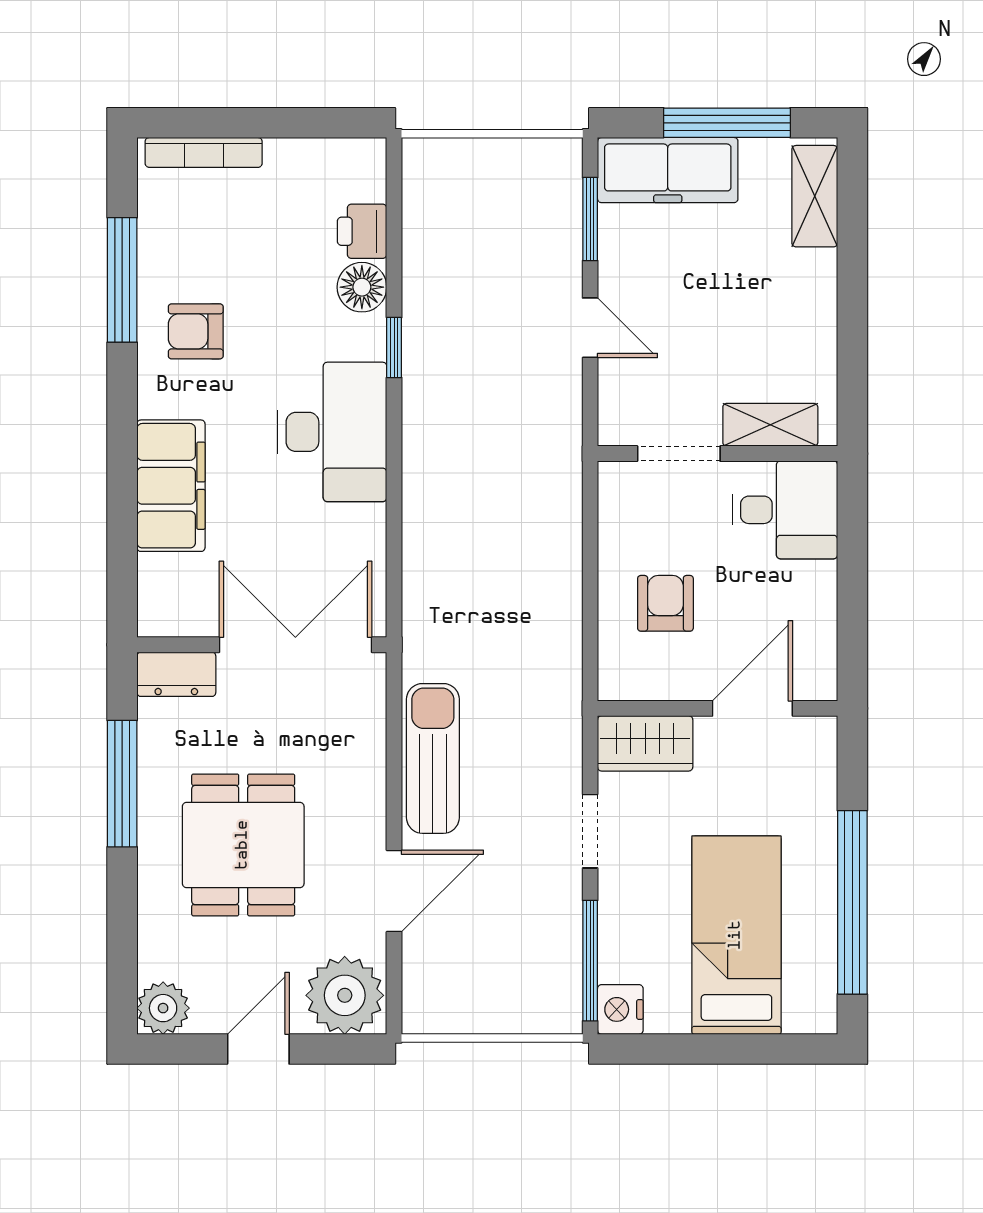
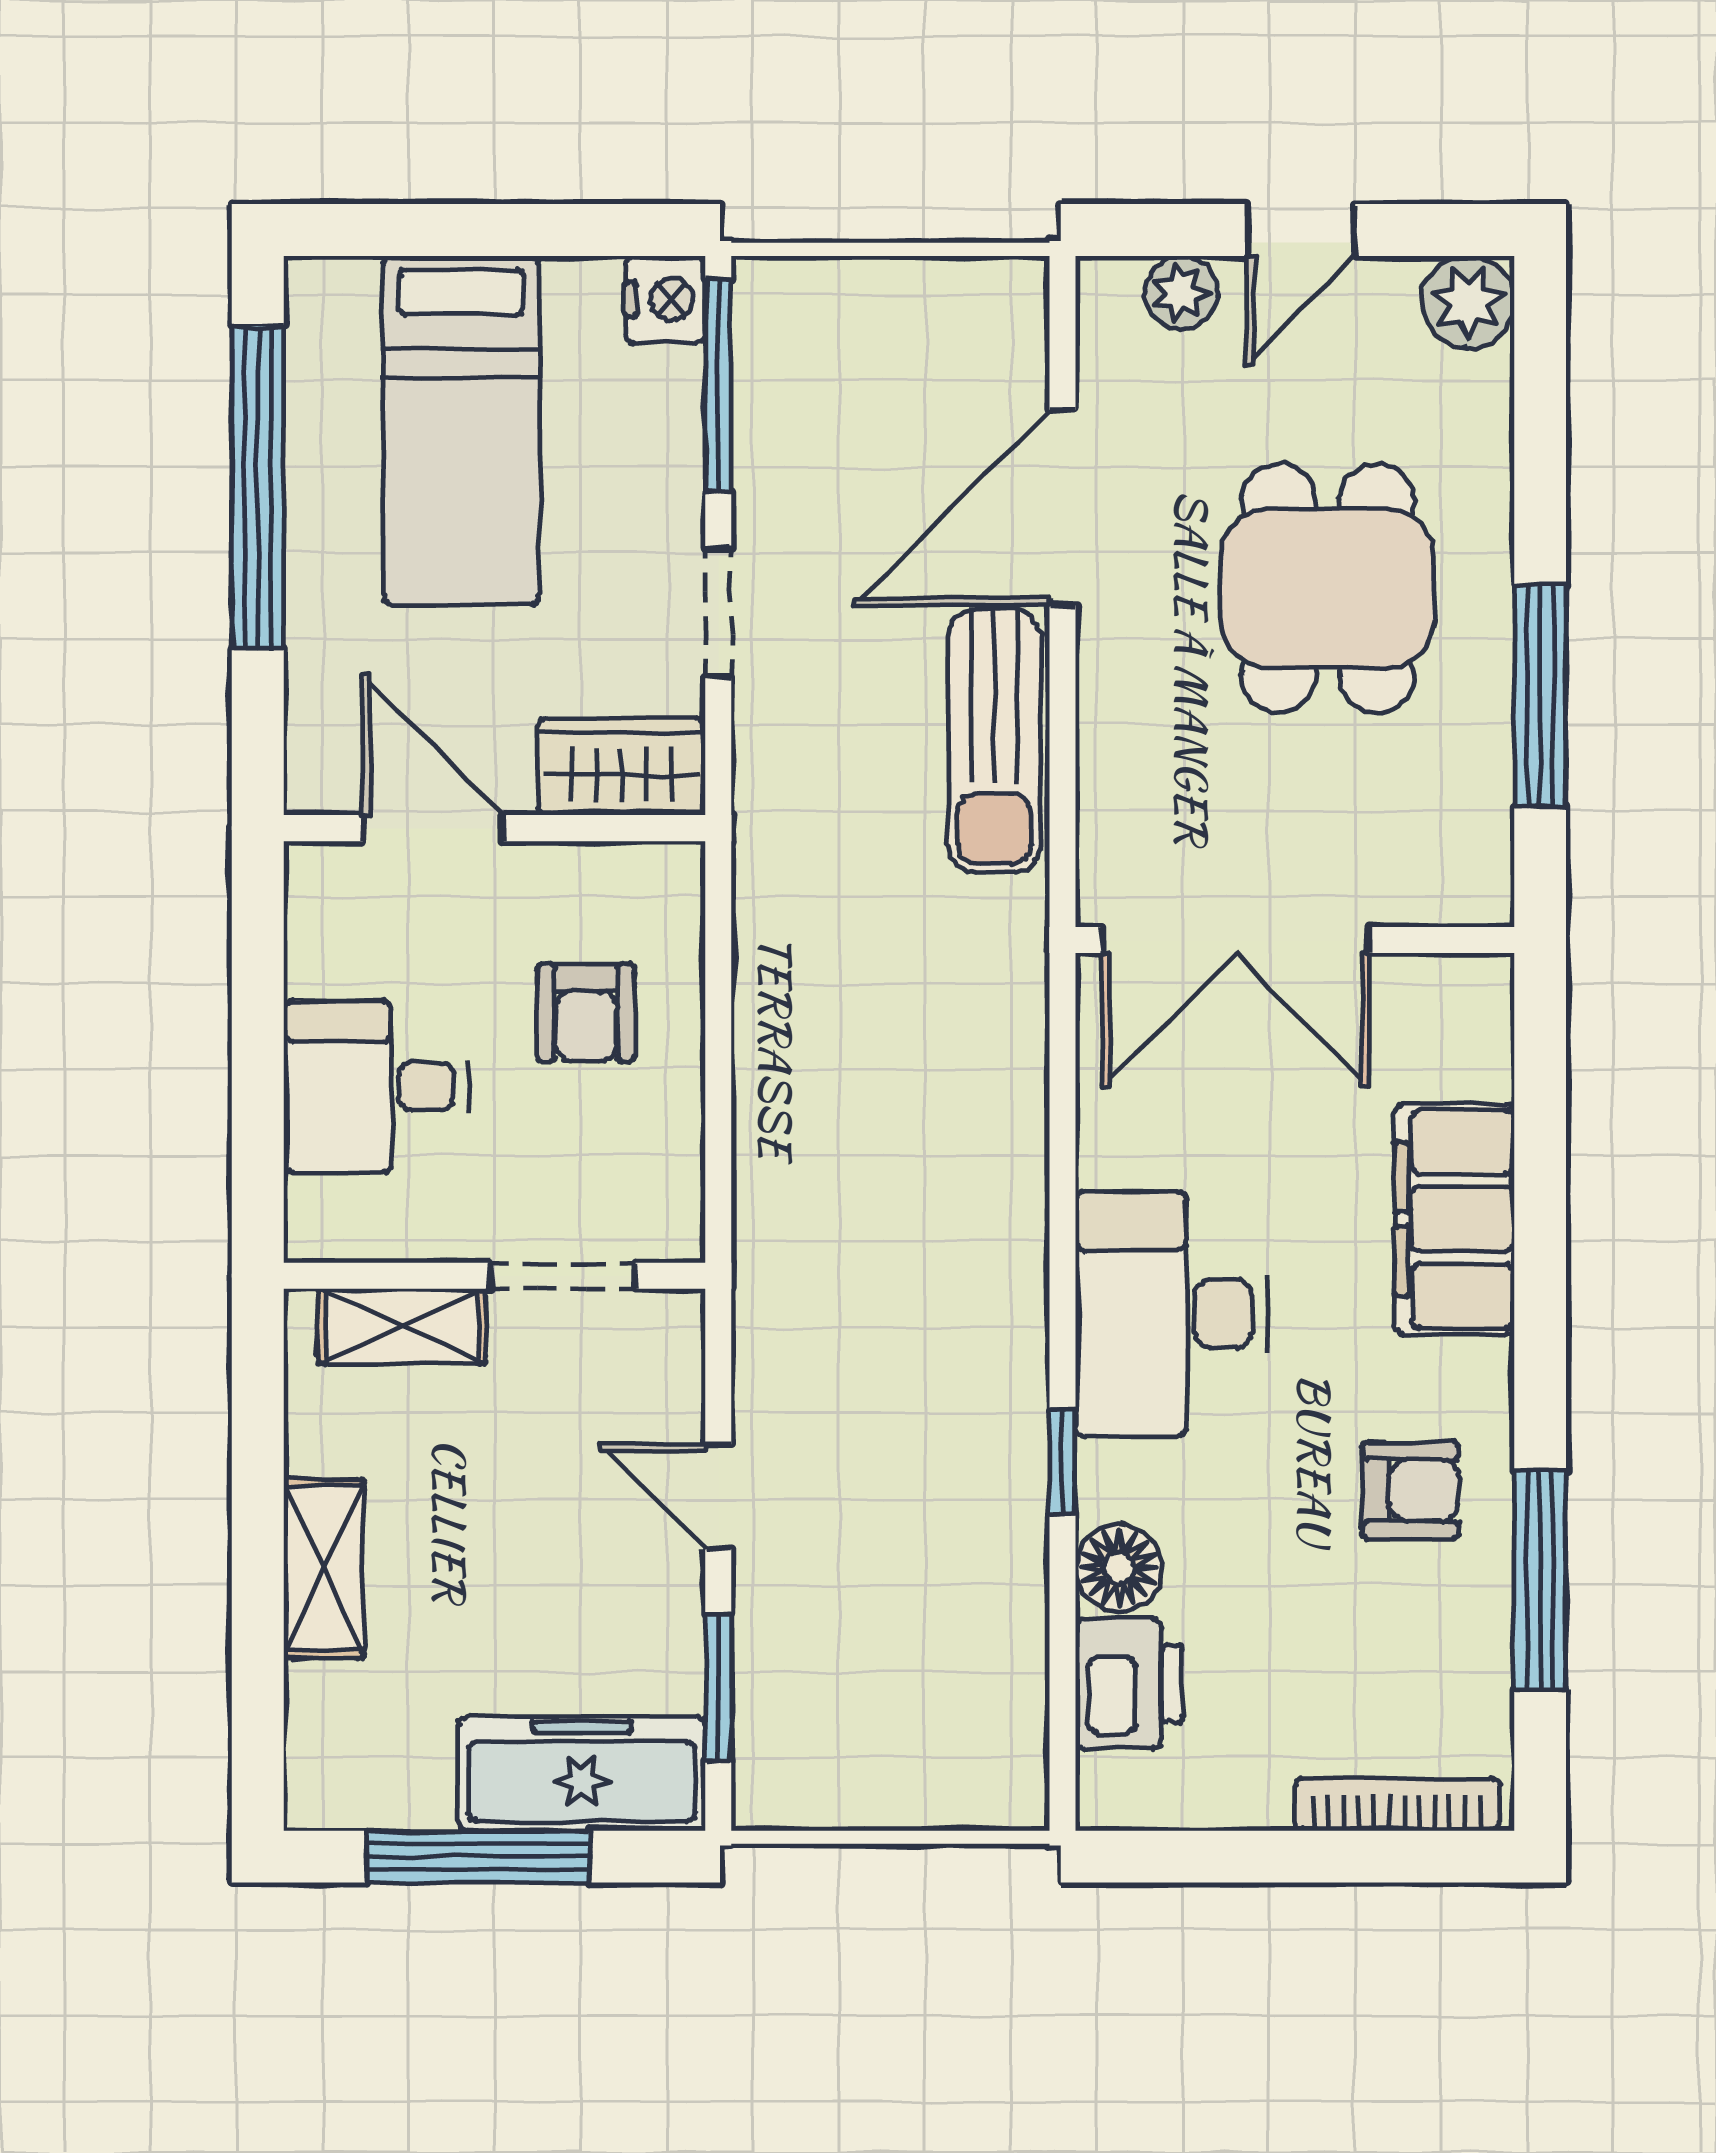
shelving: (815, 196) -> (324, 1569), moved
printer: (362, 231) -> (1129, 1683), width x1.36, depth x1.24
desk: (785, 510) -> (376, 1087), moved
dresser: (176, 674) -> (1445, 888), removed
door: (752, 708) -> (433, 828), swing flipped
door: (394, 891) -> (1063, 507), width x1.36
plant: (345, 995) -> (1181, 292), width x0.53, depth x0.53

